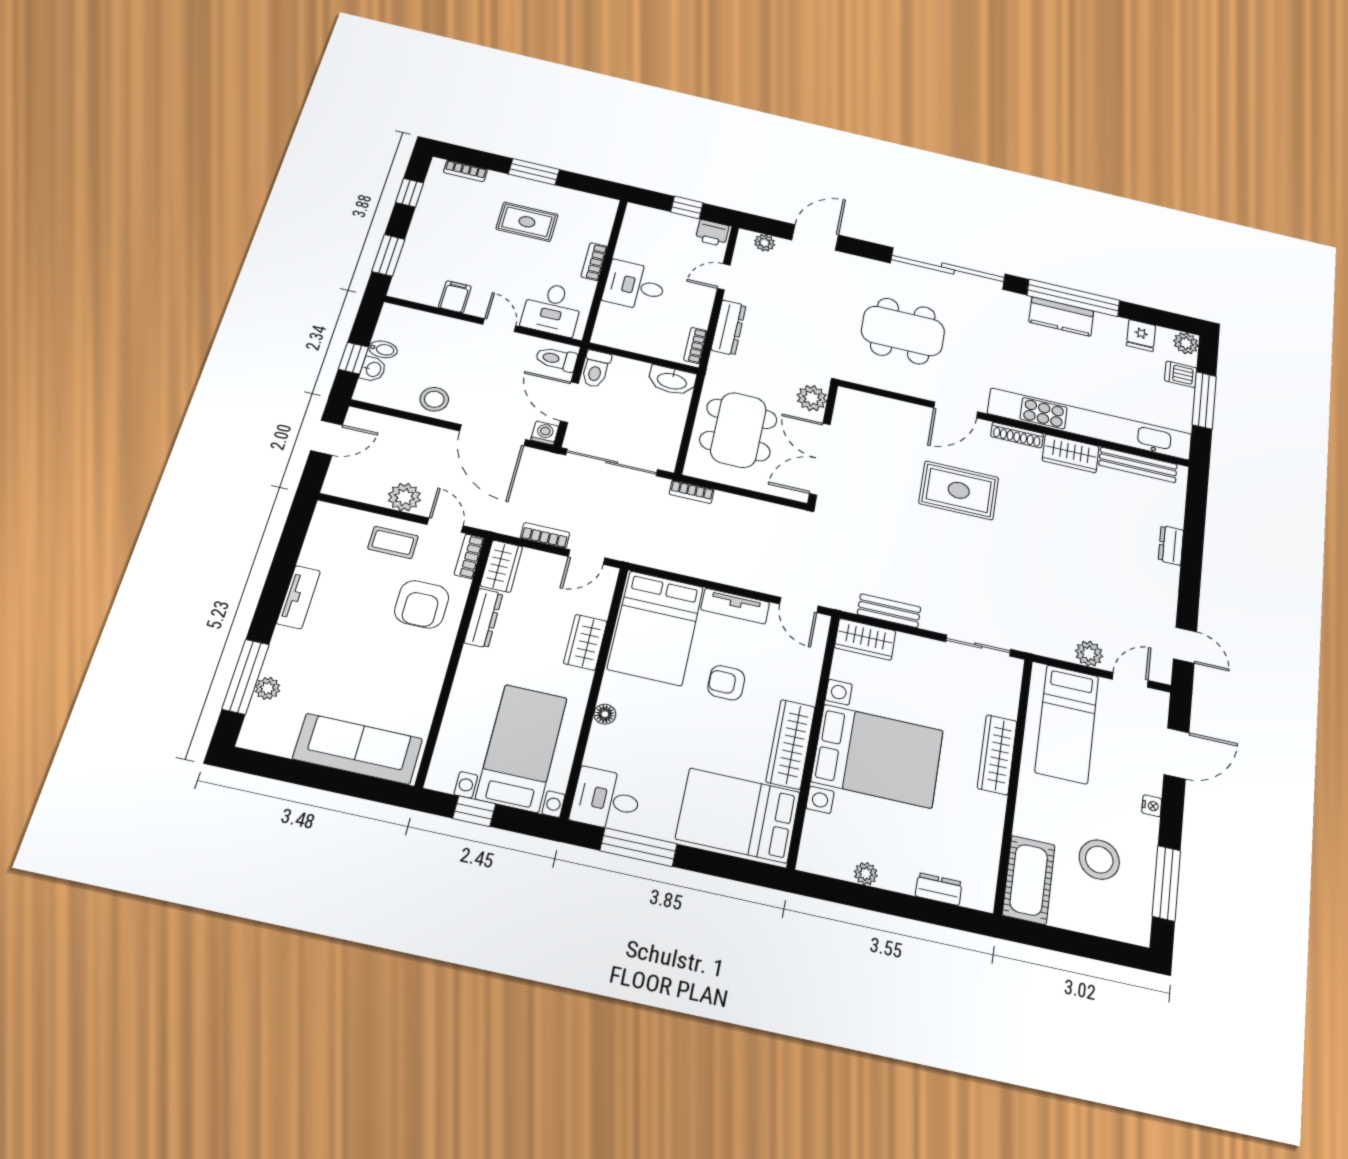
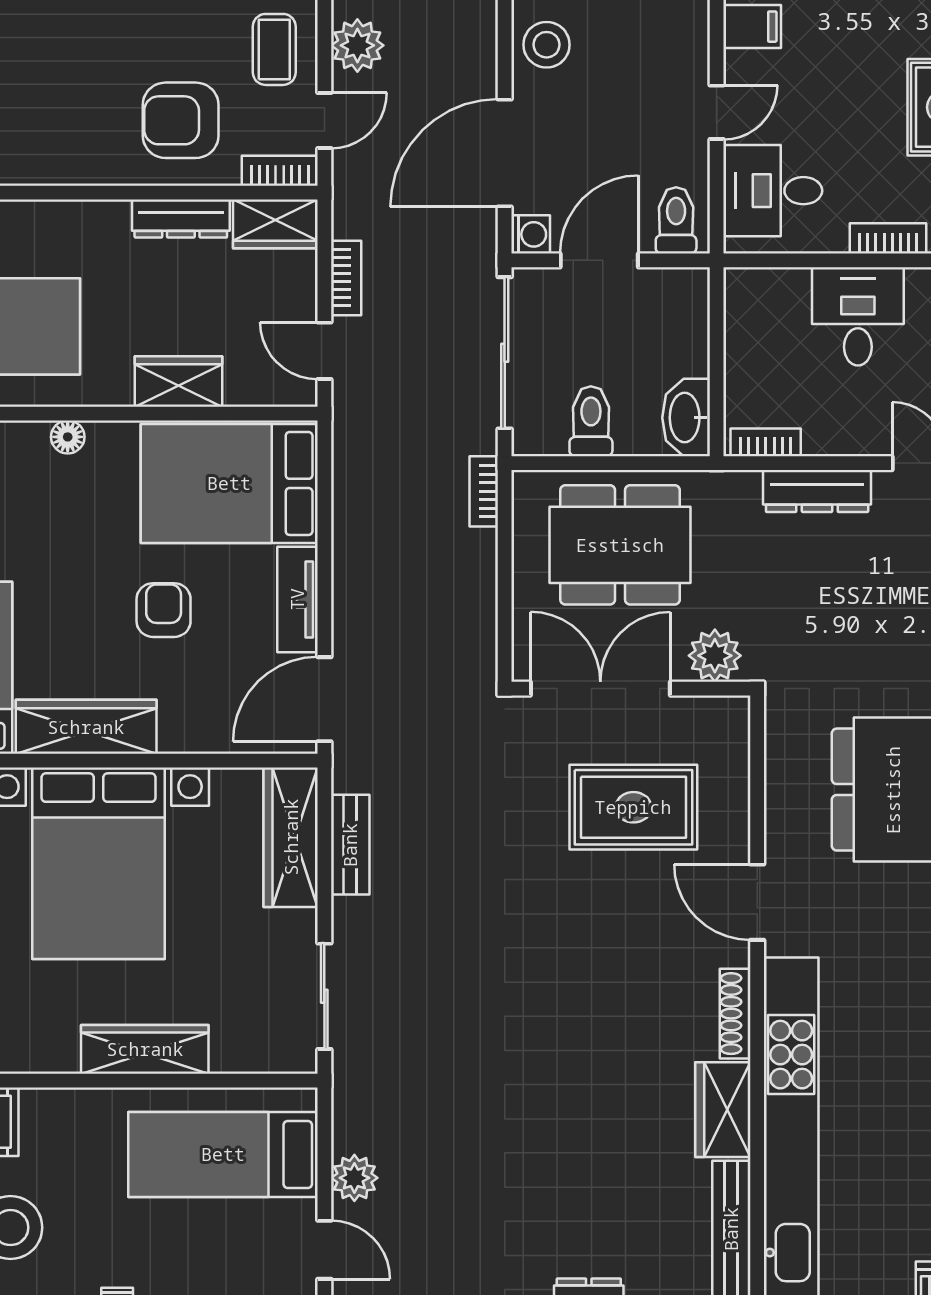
toilet: (596, 369) -> (591, 421), moved, turned 90
rug: (959, 490) -> (633, 807), moved, turned 90
door: (799, 605) -> (324, 699), width x1.38
wardrobe: (865, 639) -> (291, 837), width x1.50

